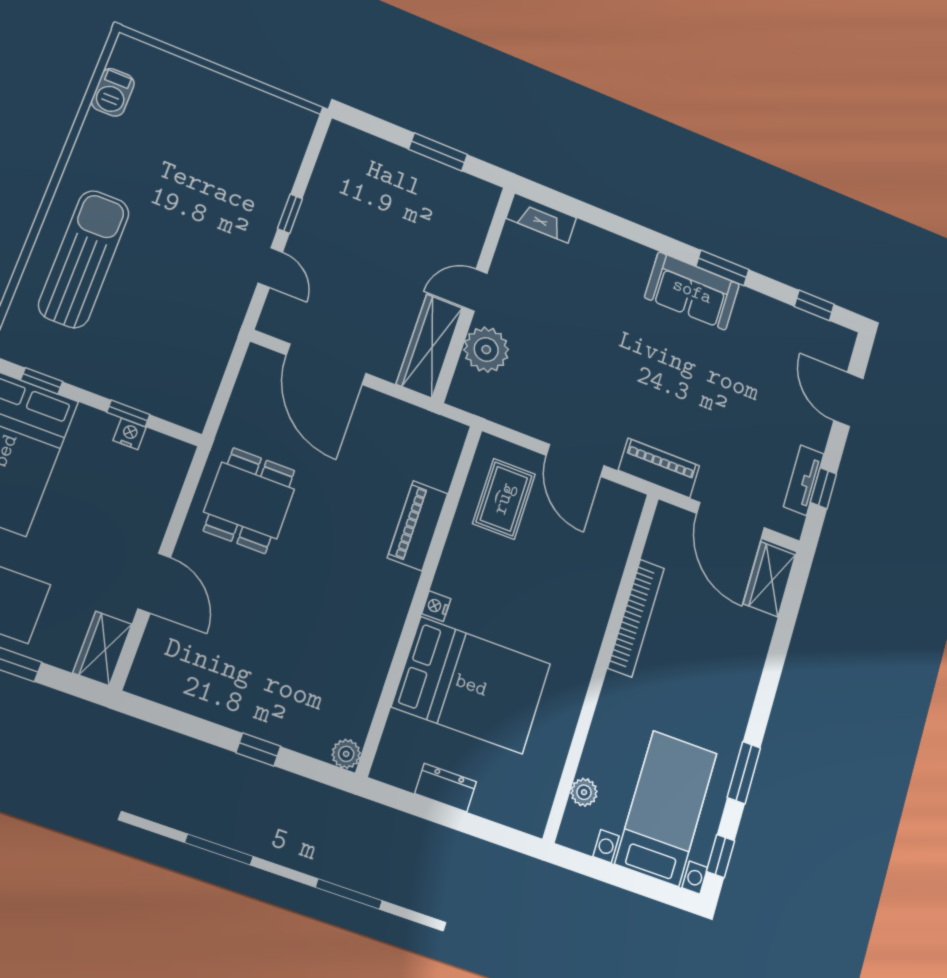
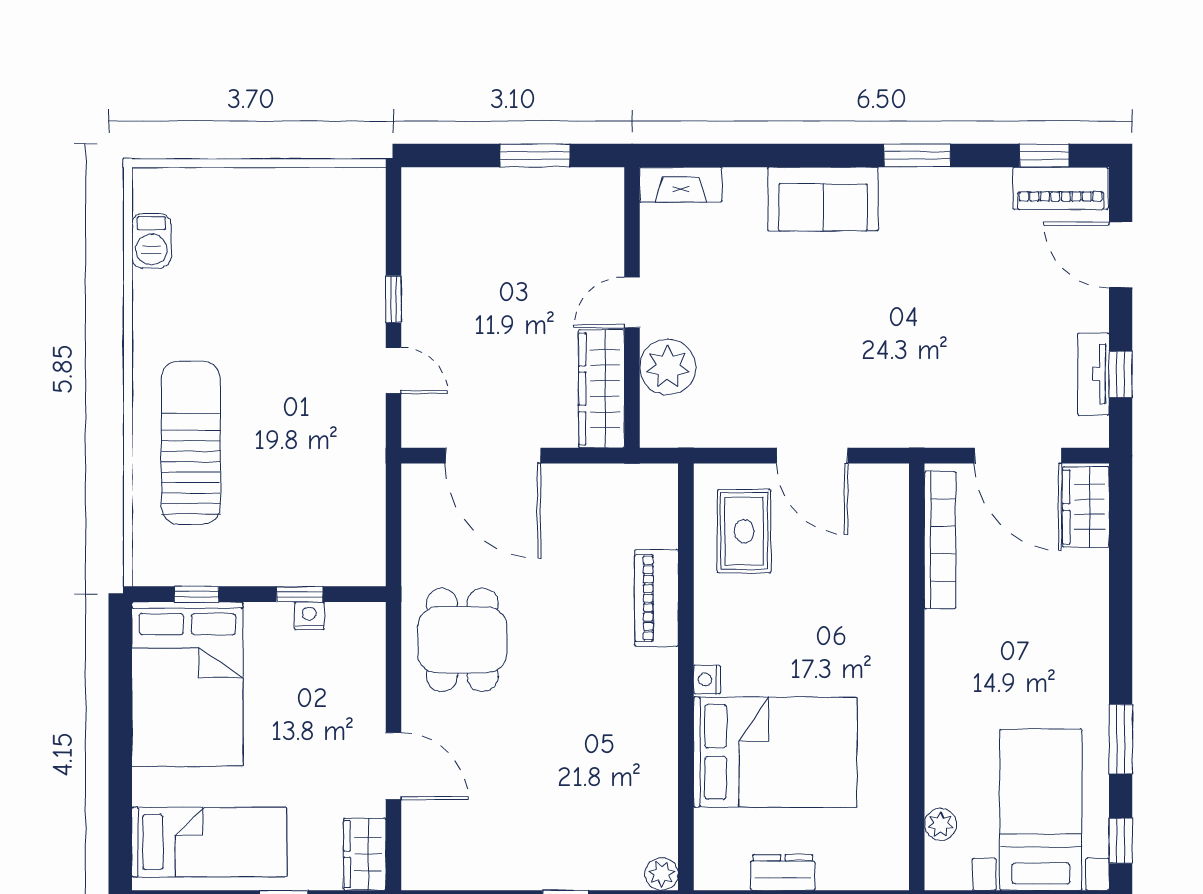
sofa: (692, 291) -> (823, 199), moved
piano: (659, 468) -> (1061, 188), moved, turned 180
bookcase: (636, 618) -> (940, 540), moved

